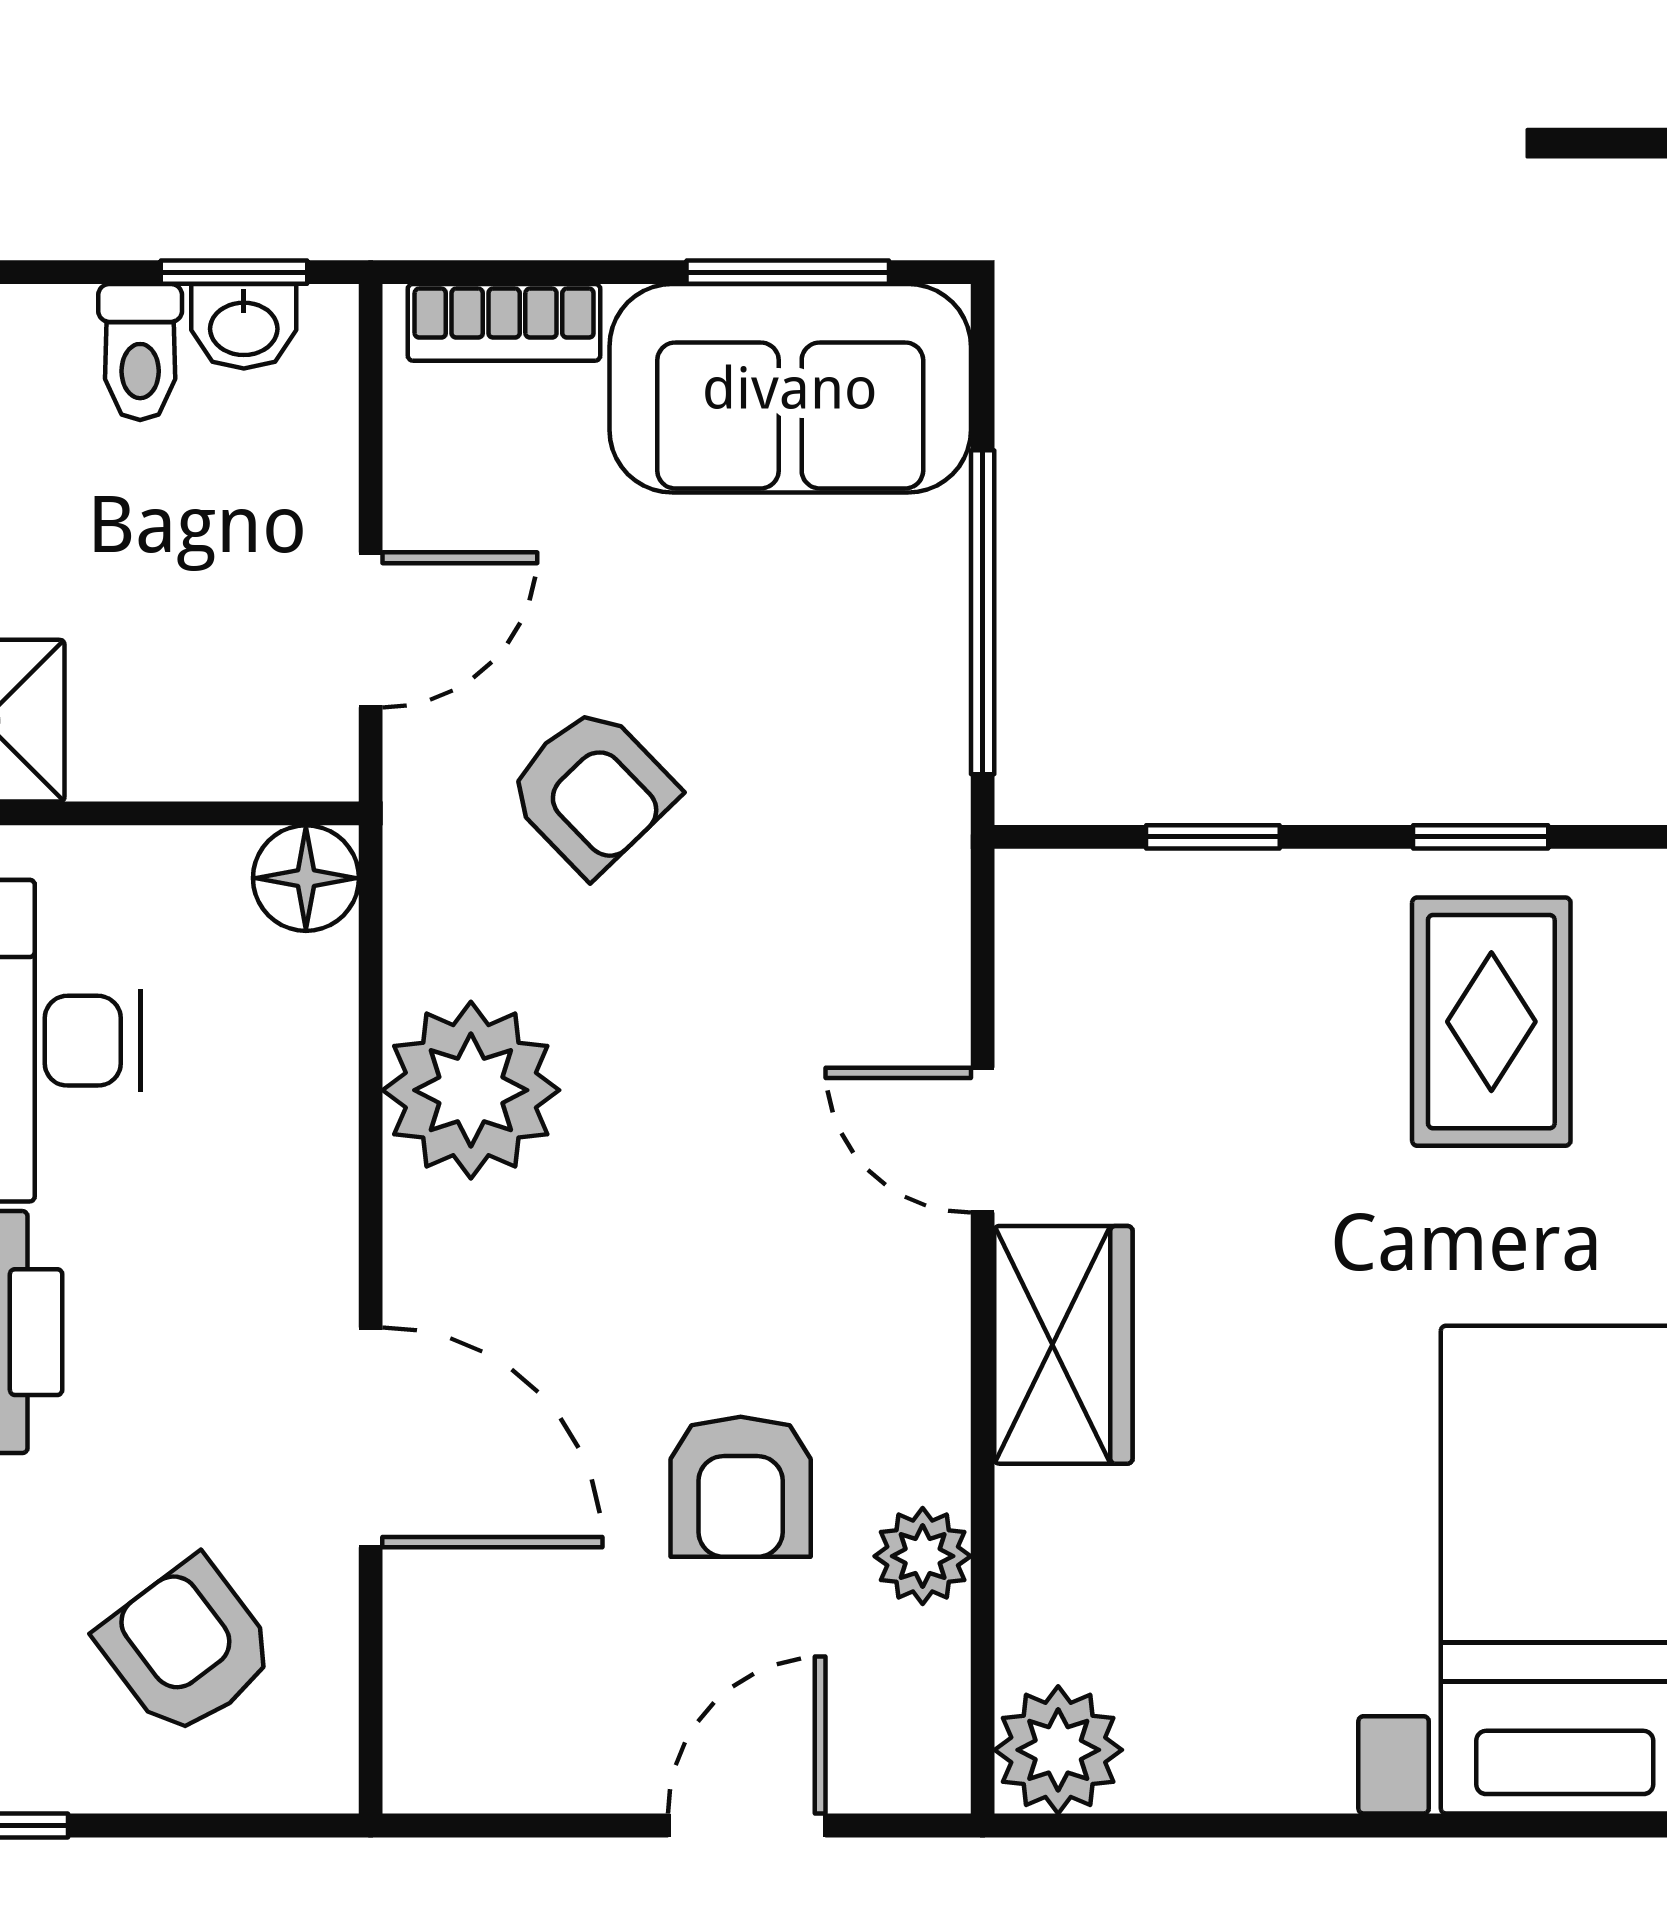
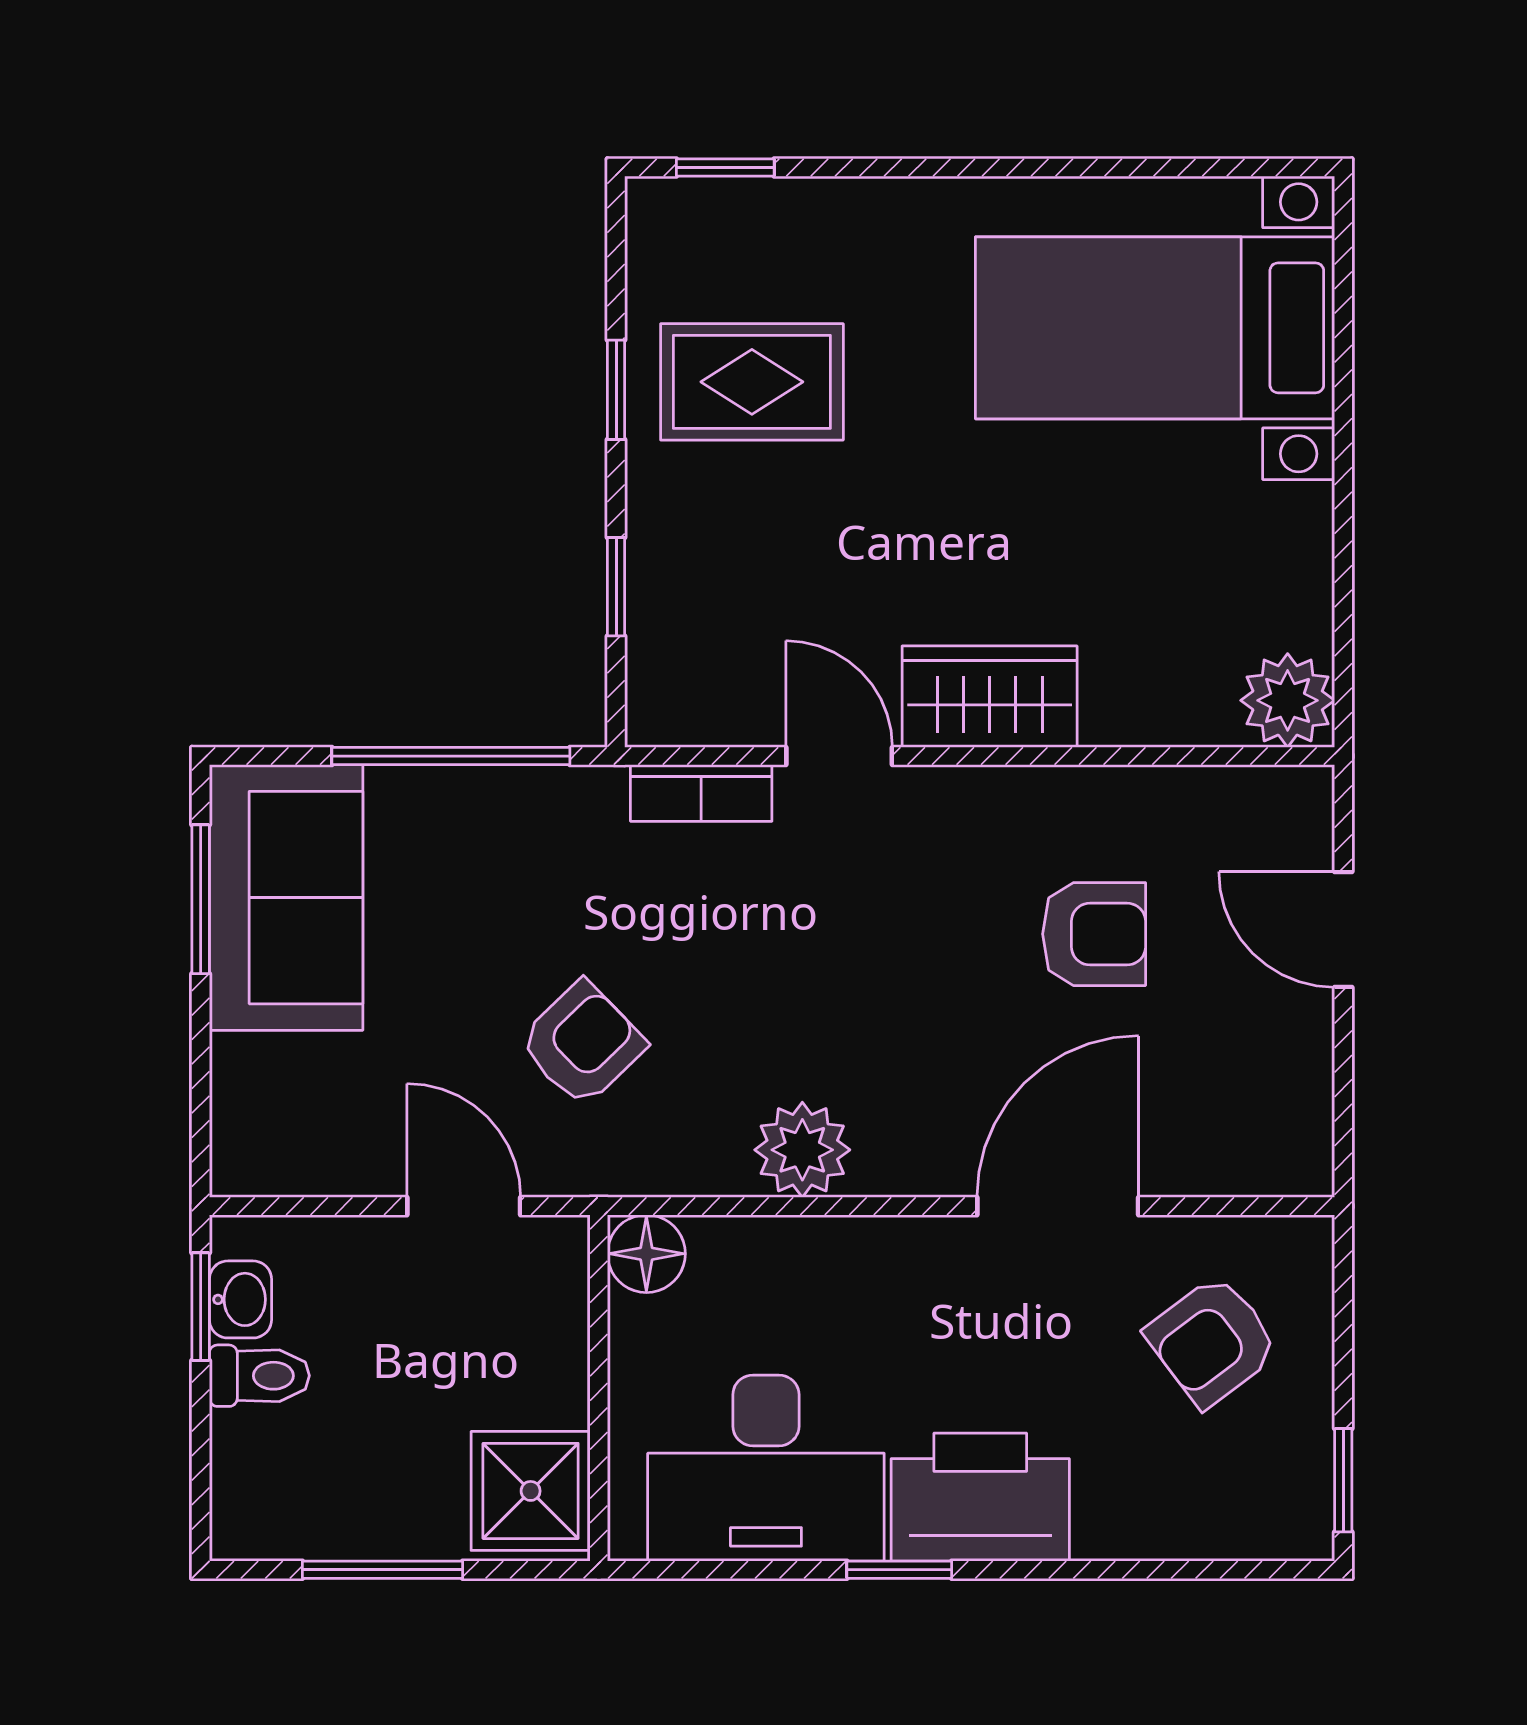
bookcase: (504, 322) -> (701, 793), moved, turned 90
plant: (471, 1090) -> (802, 1150), width x0.73, depth x0.73
door: (983, 1140) -> (839, 756), swing flipped
plant: (923, 1556) -> (1145, 800), removed

